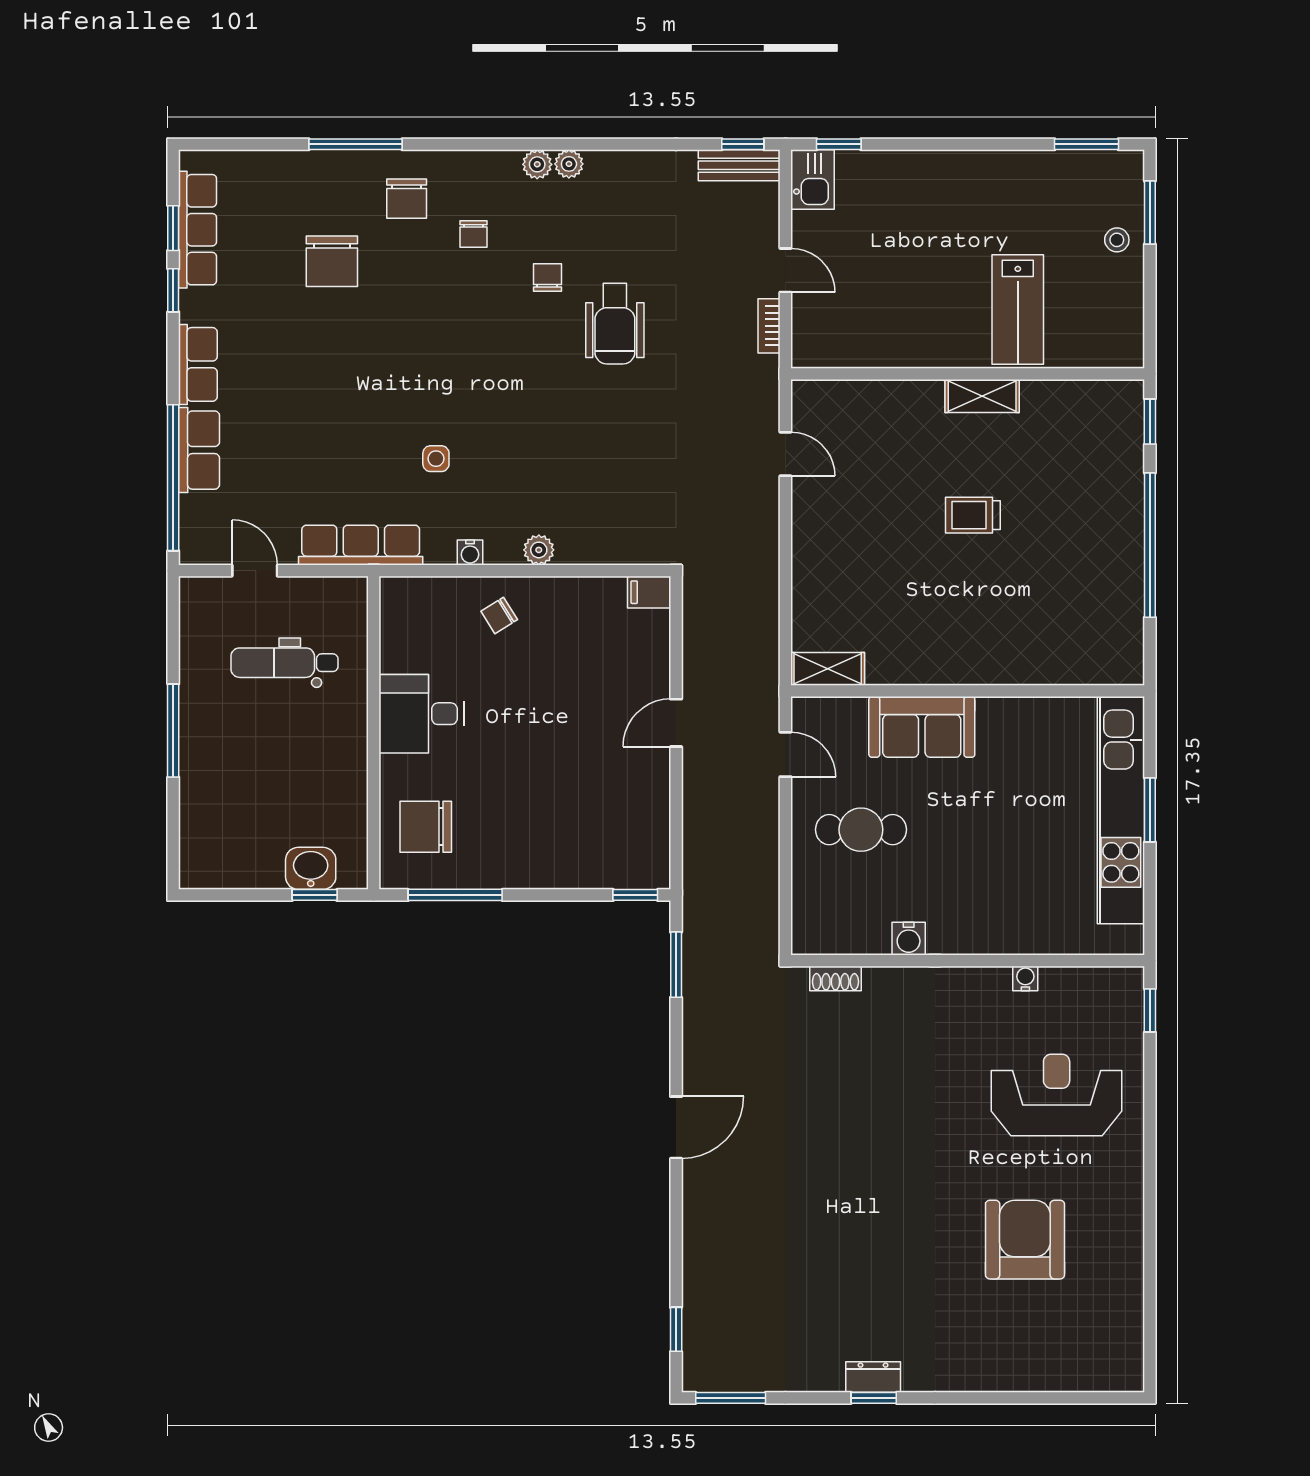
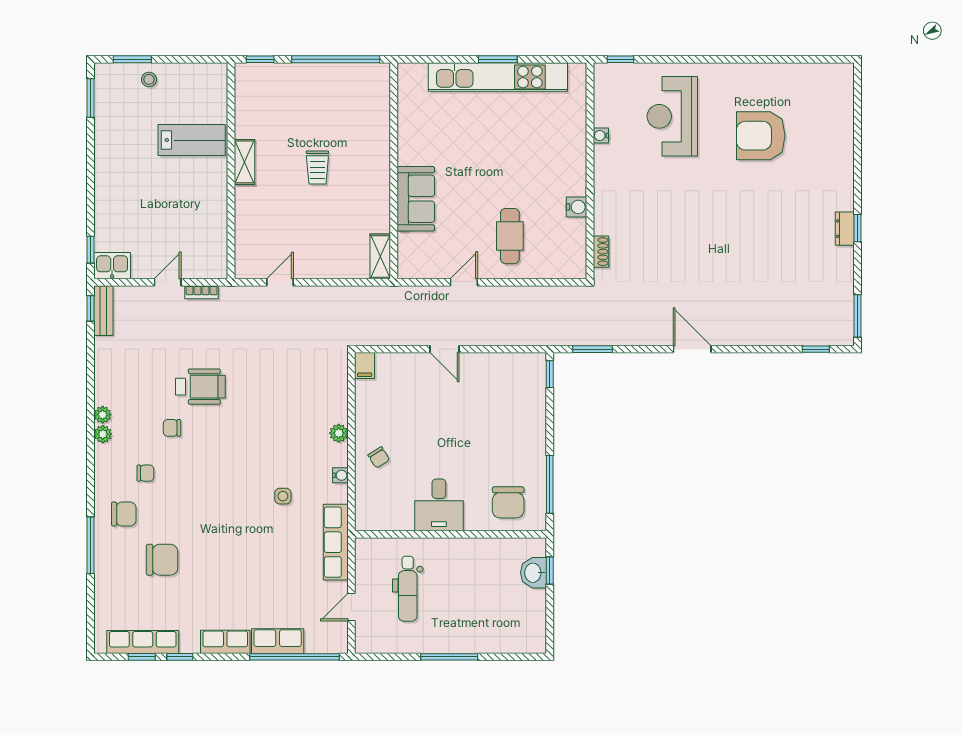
shelving: (828, 669) -> (380, 256), moved
wall: (968, 691) -> (394, 171), moved
sofa: (922, 727) -> (416, 199), moved

